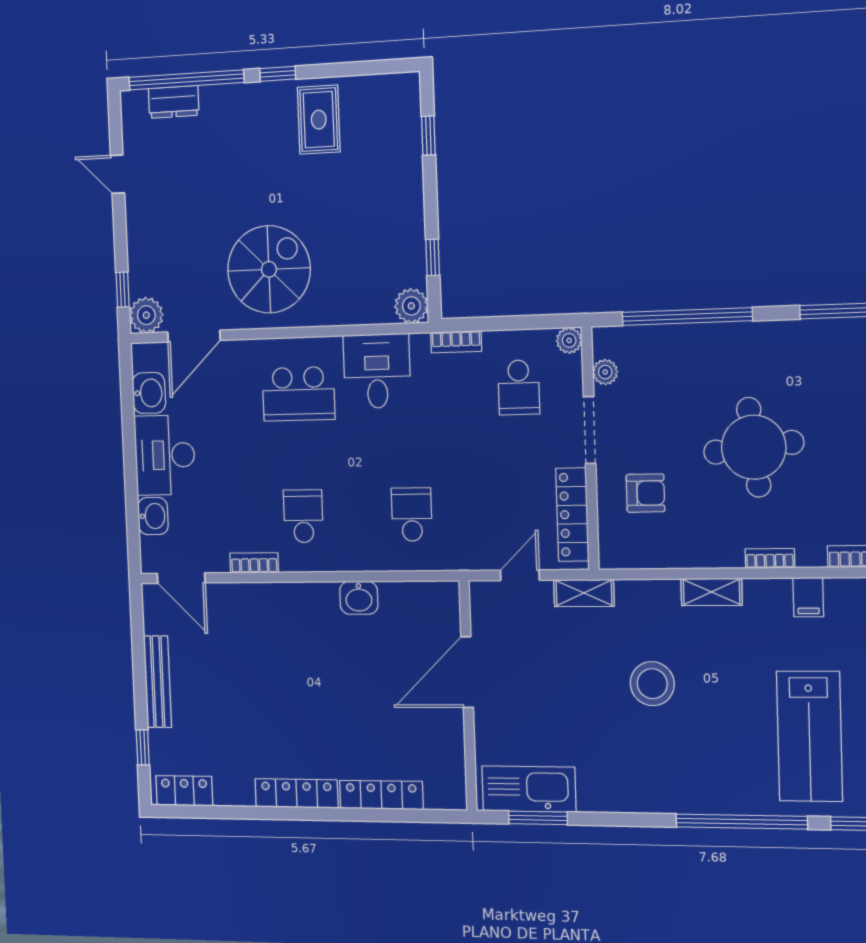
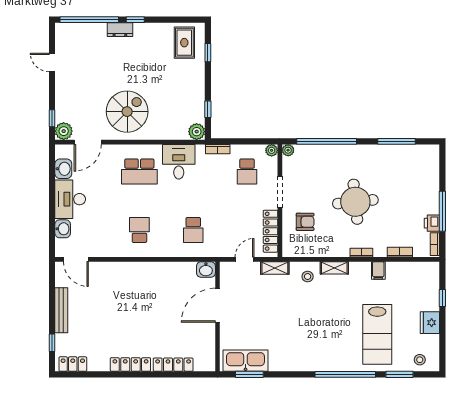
dresser: (174, 102) -> (120, 30), moved
rug: (319, 120) -> (184, 43), moved
plant: (605, 372) -> (288, 150), moved
school desk: (412, 514) -> (193, 230), turned 180
bookcase: (254, 563) -> (114, 252), removed
washbasin: (359, 598) -> (206, 269), moved
stool: (652, 684) -> (308, 277), moved, width x0.53, depth x0.53

